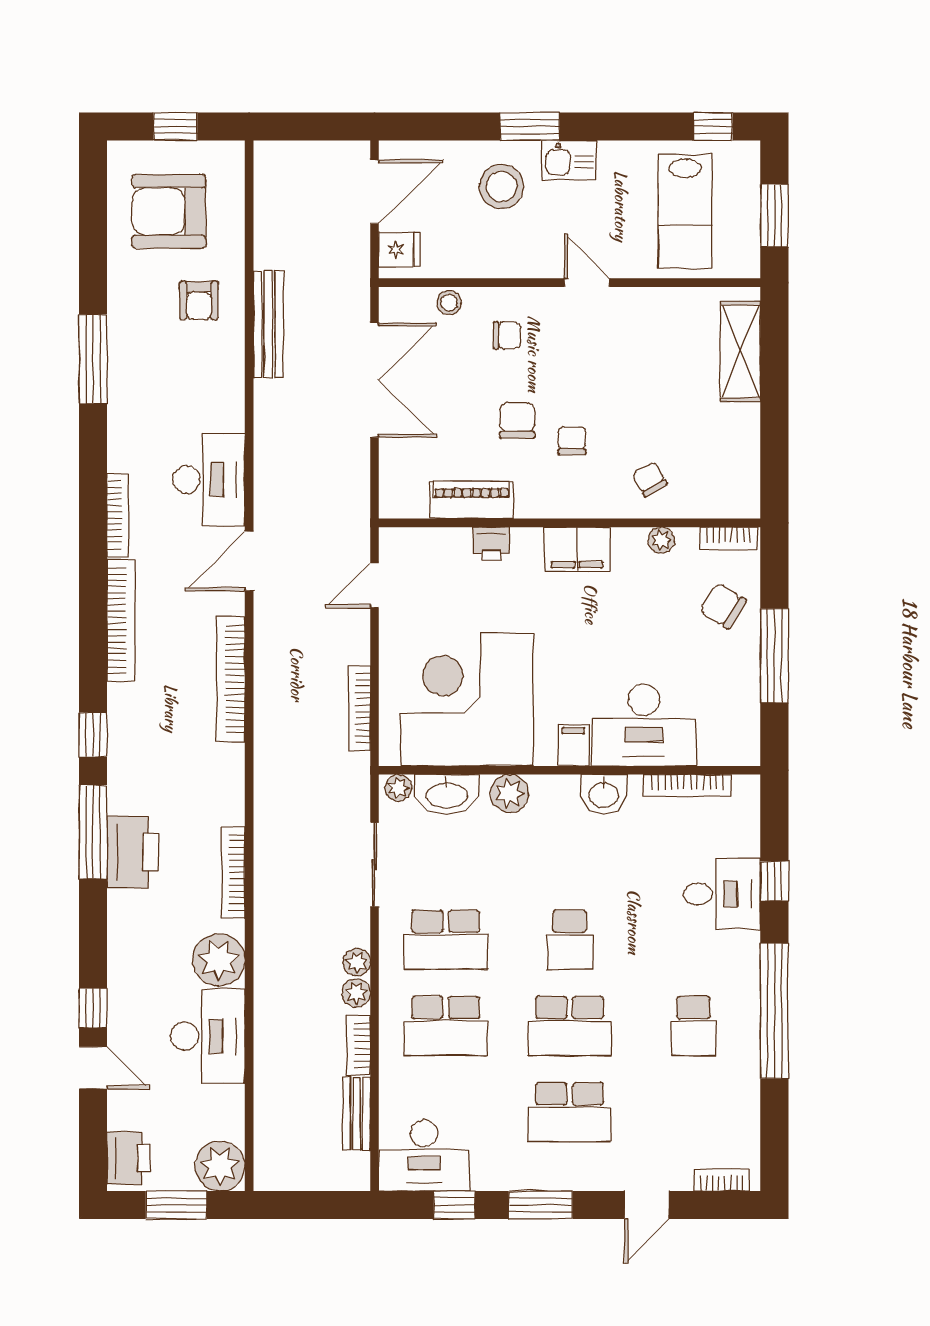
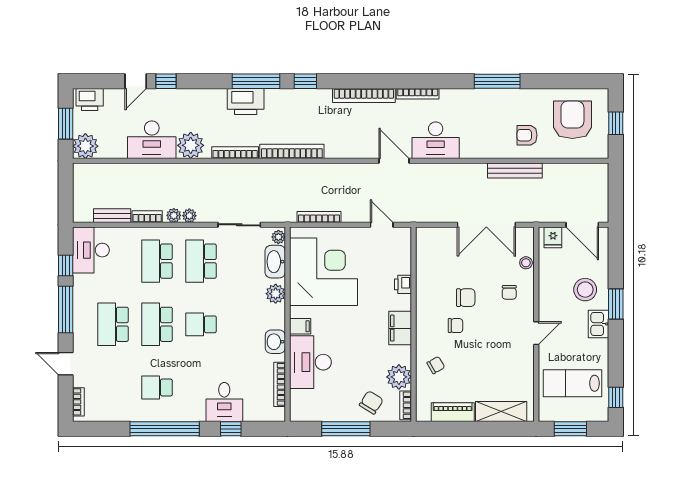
piano: (472, 500) -> (453, 412), moved, turned -90
plant: (661, 540) -> (399, 377), width x1.87, depth x1.87
bookcase: (231, 679) -> (292, 151), moved
window: (541, 1205) -> (66, 310), width x1.44

